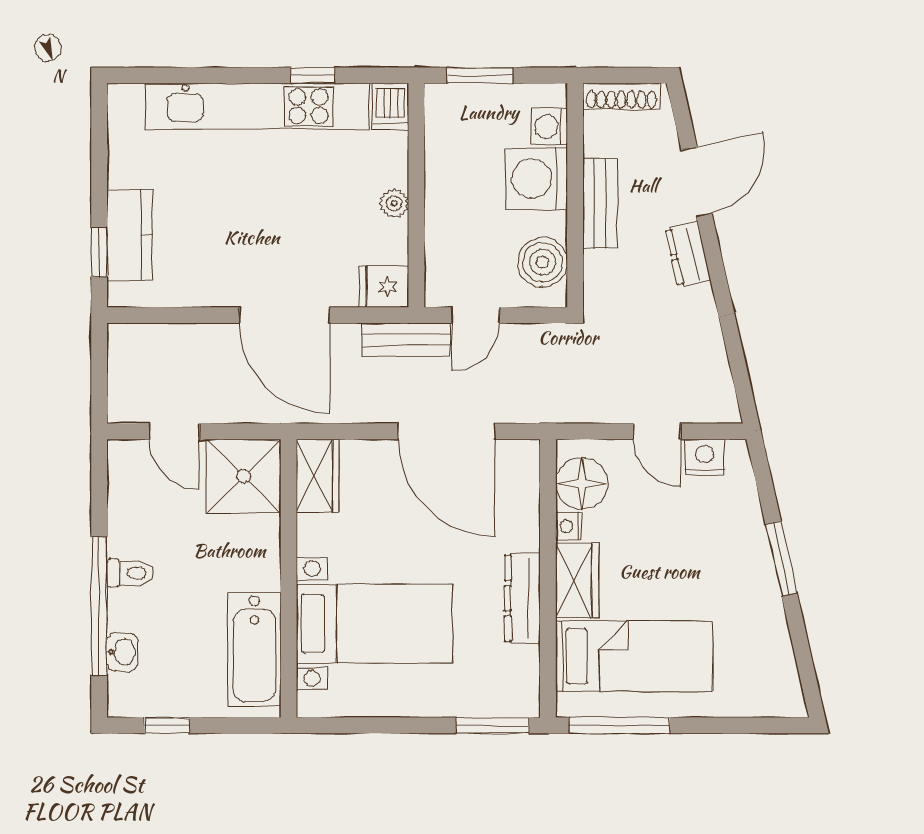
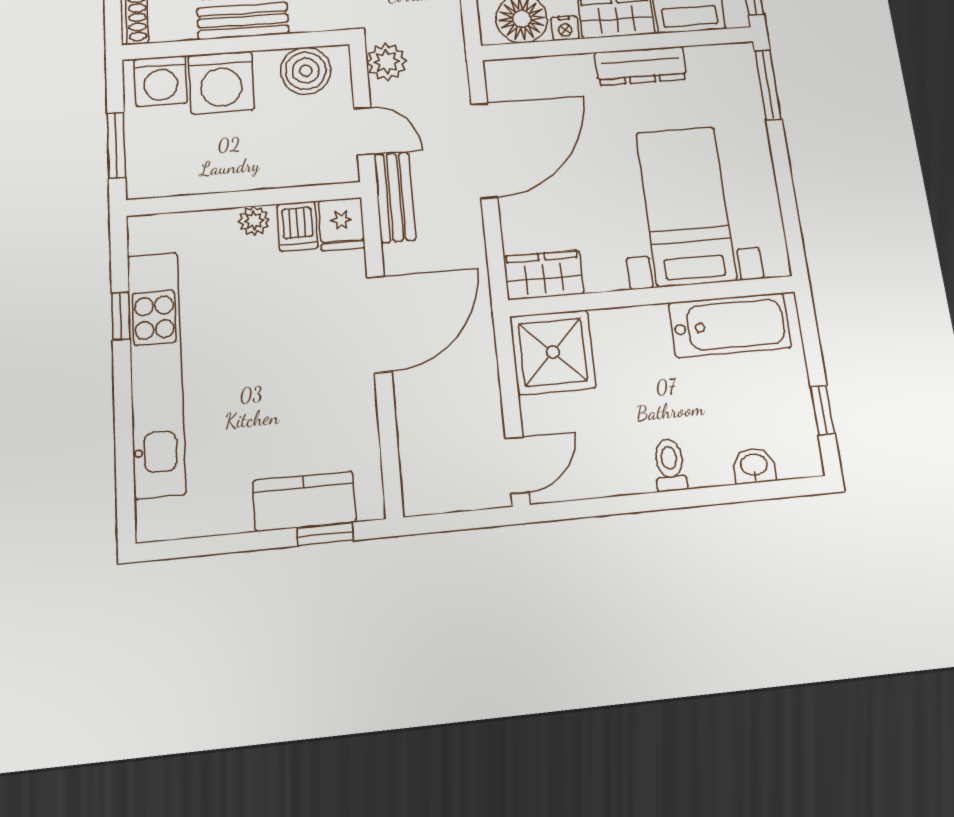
dishwasher: (390, 107) -> (297, 226), moved, turned 90
washing machine: (549, 127) -> (161, 81), width x1.38, depth x1.38
plant: (546, 343) -> (387, 62), added
door: (174, 431) -> (517, 465), moved
window: (99, 606) -> (709, 496), removed

